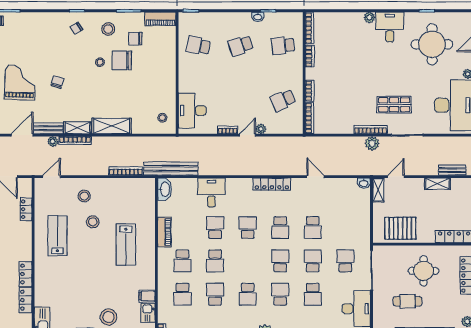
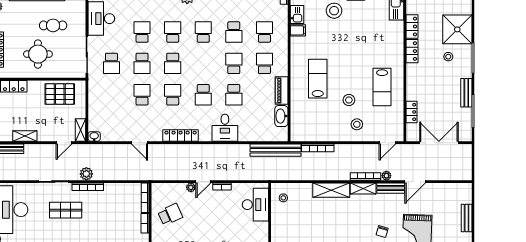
washbasin: (165, 189) -> (281, 116), moved
desk: (211, 192) -> (225, 128), moved
school desk: (280, 294) -> (173, 32), turned 180

